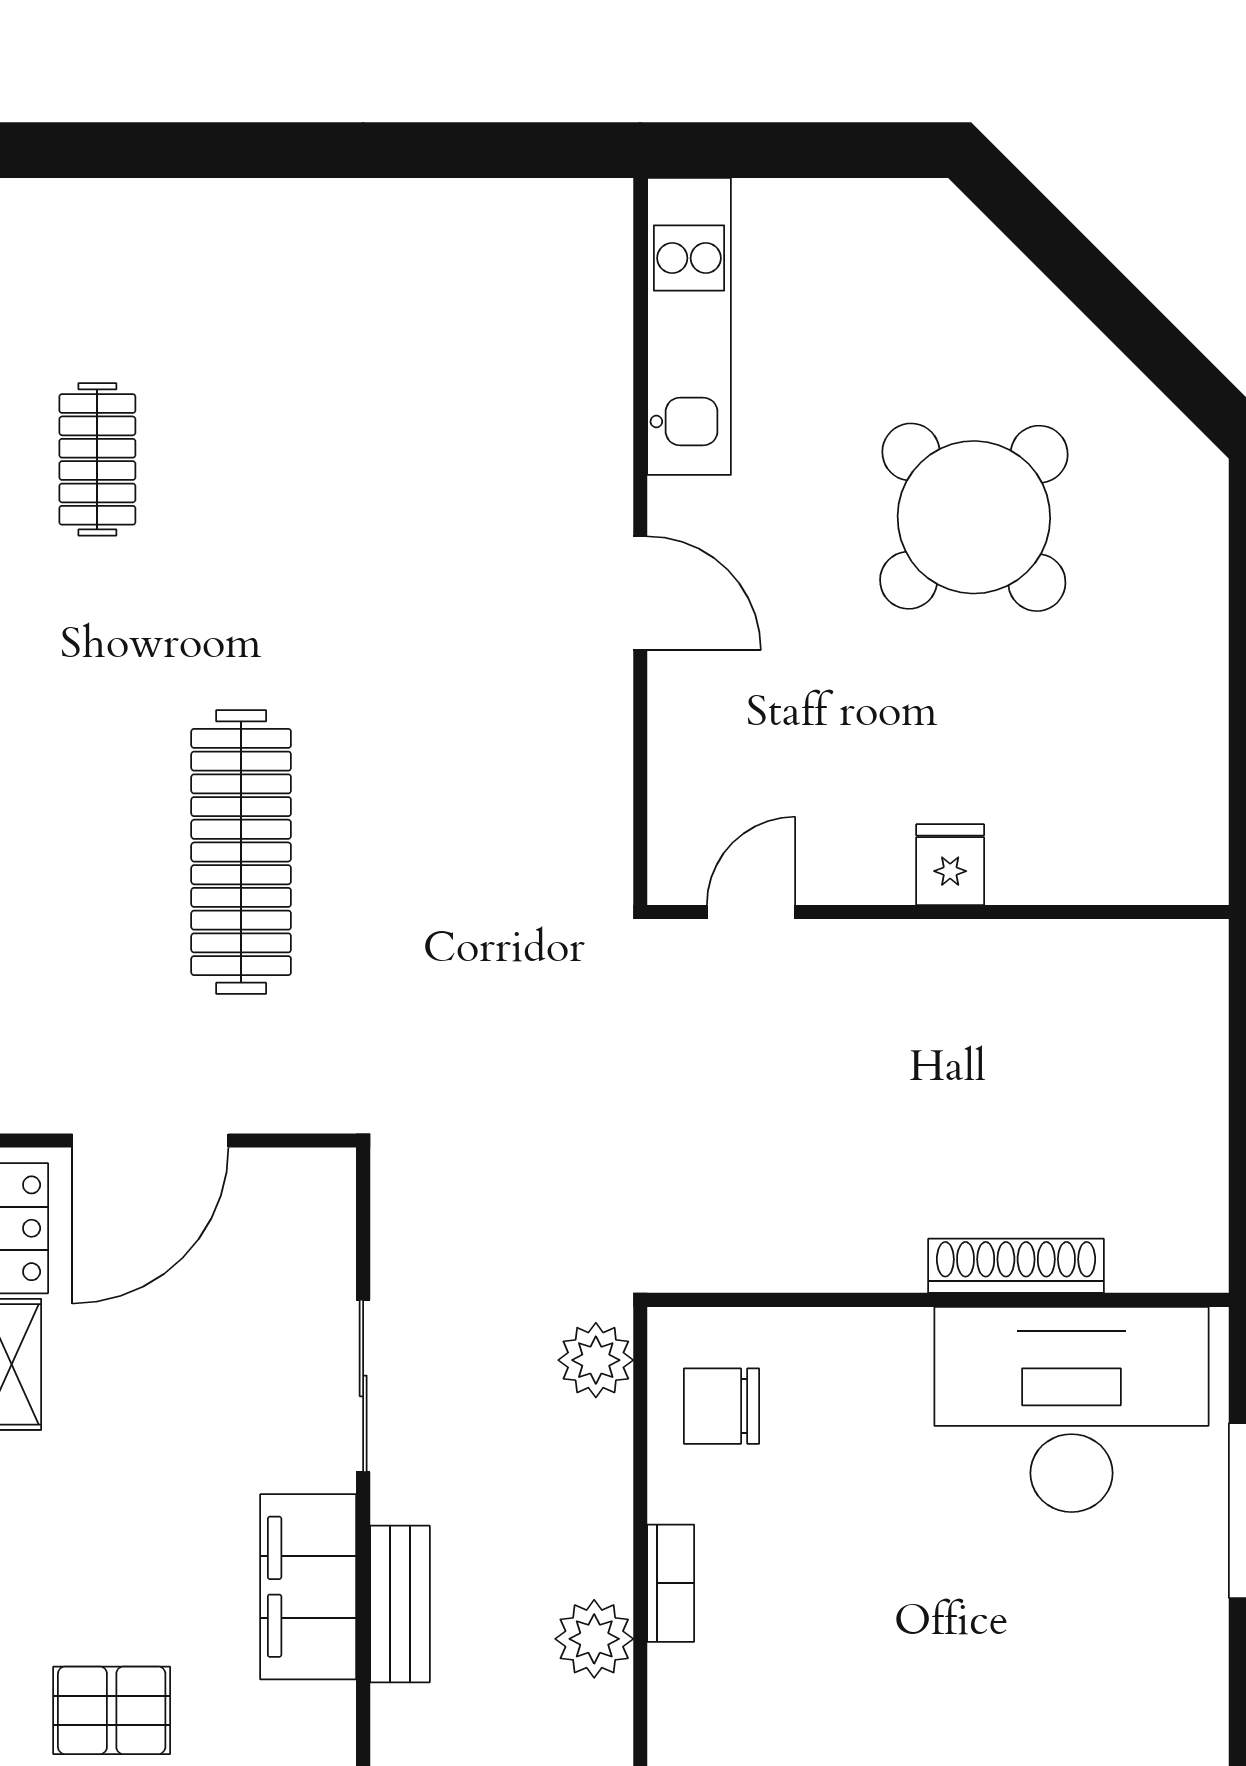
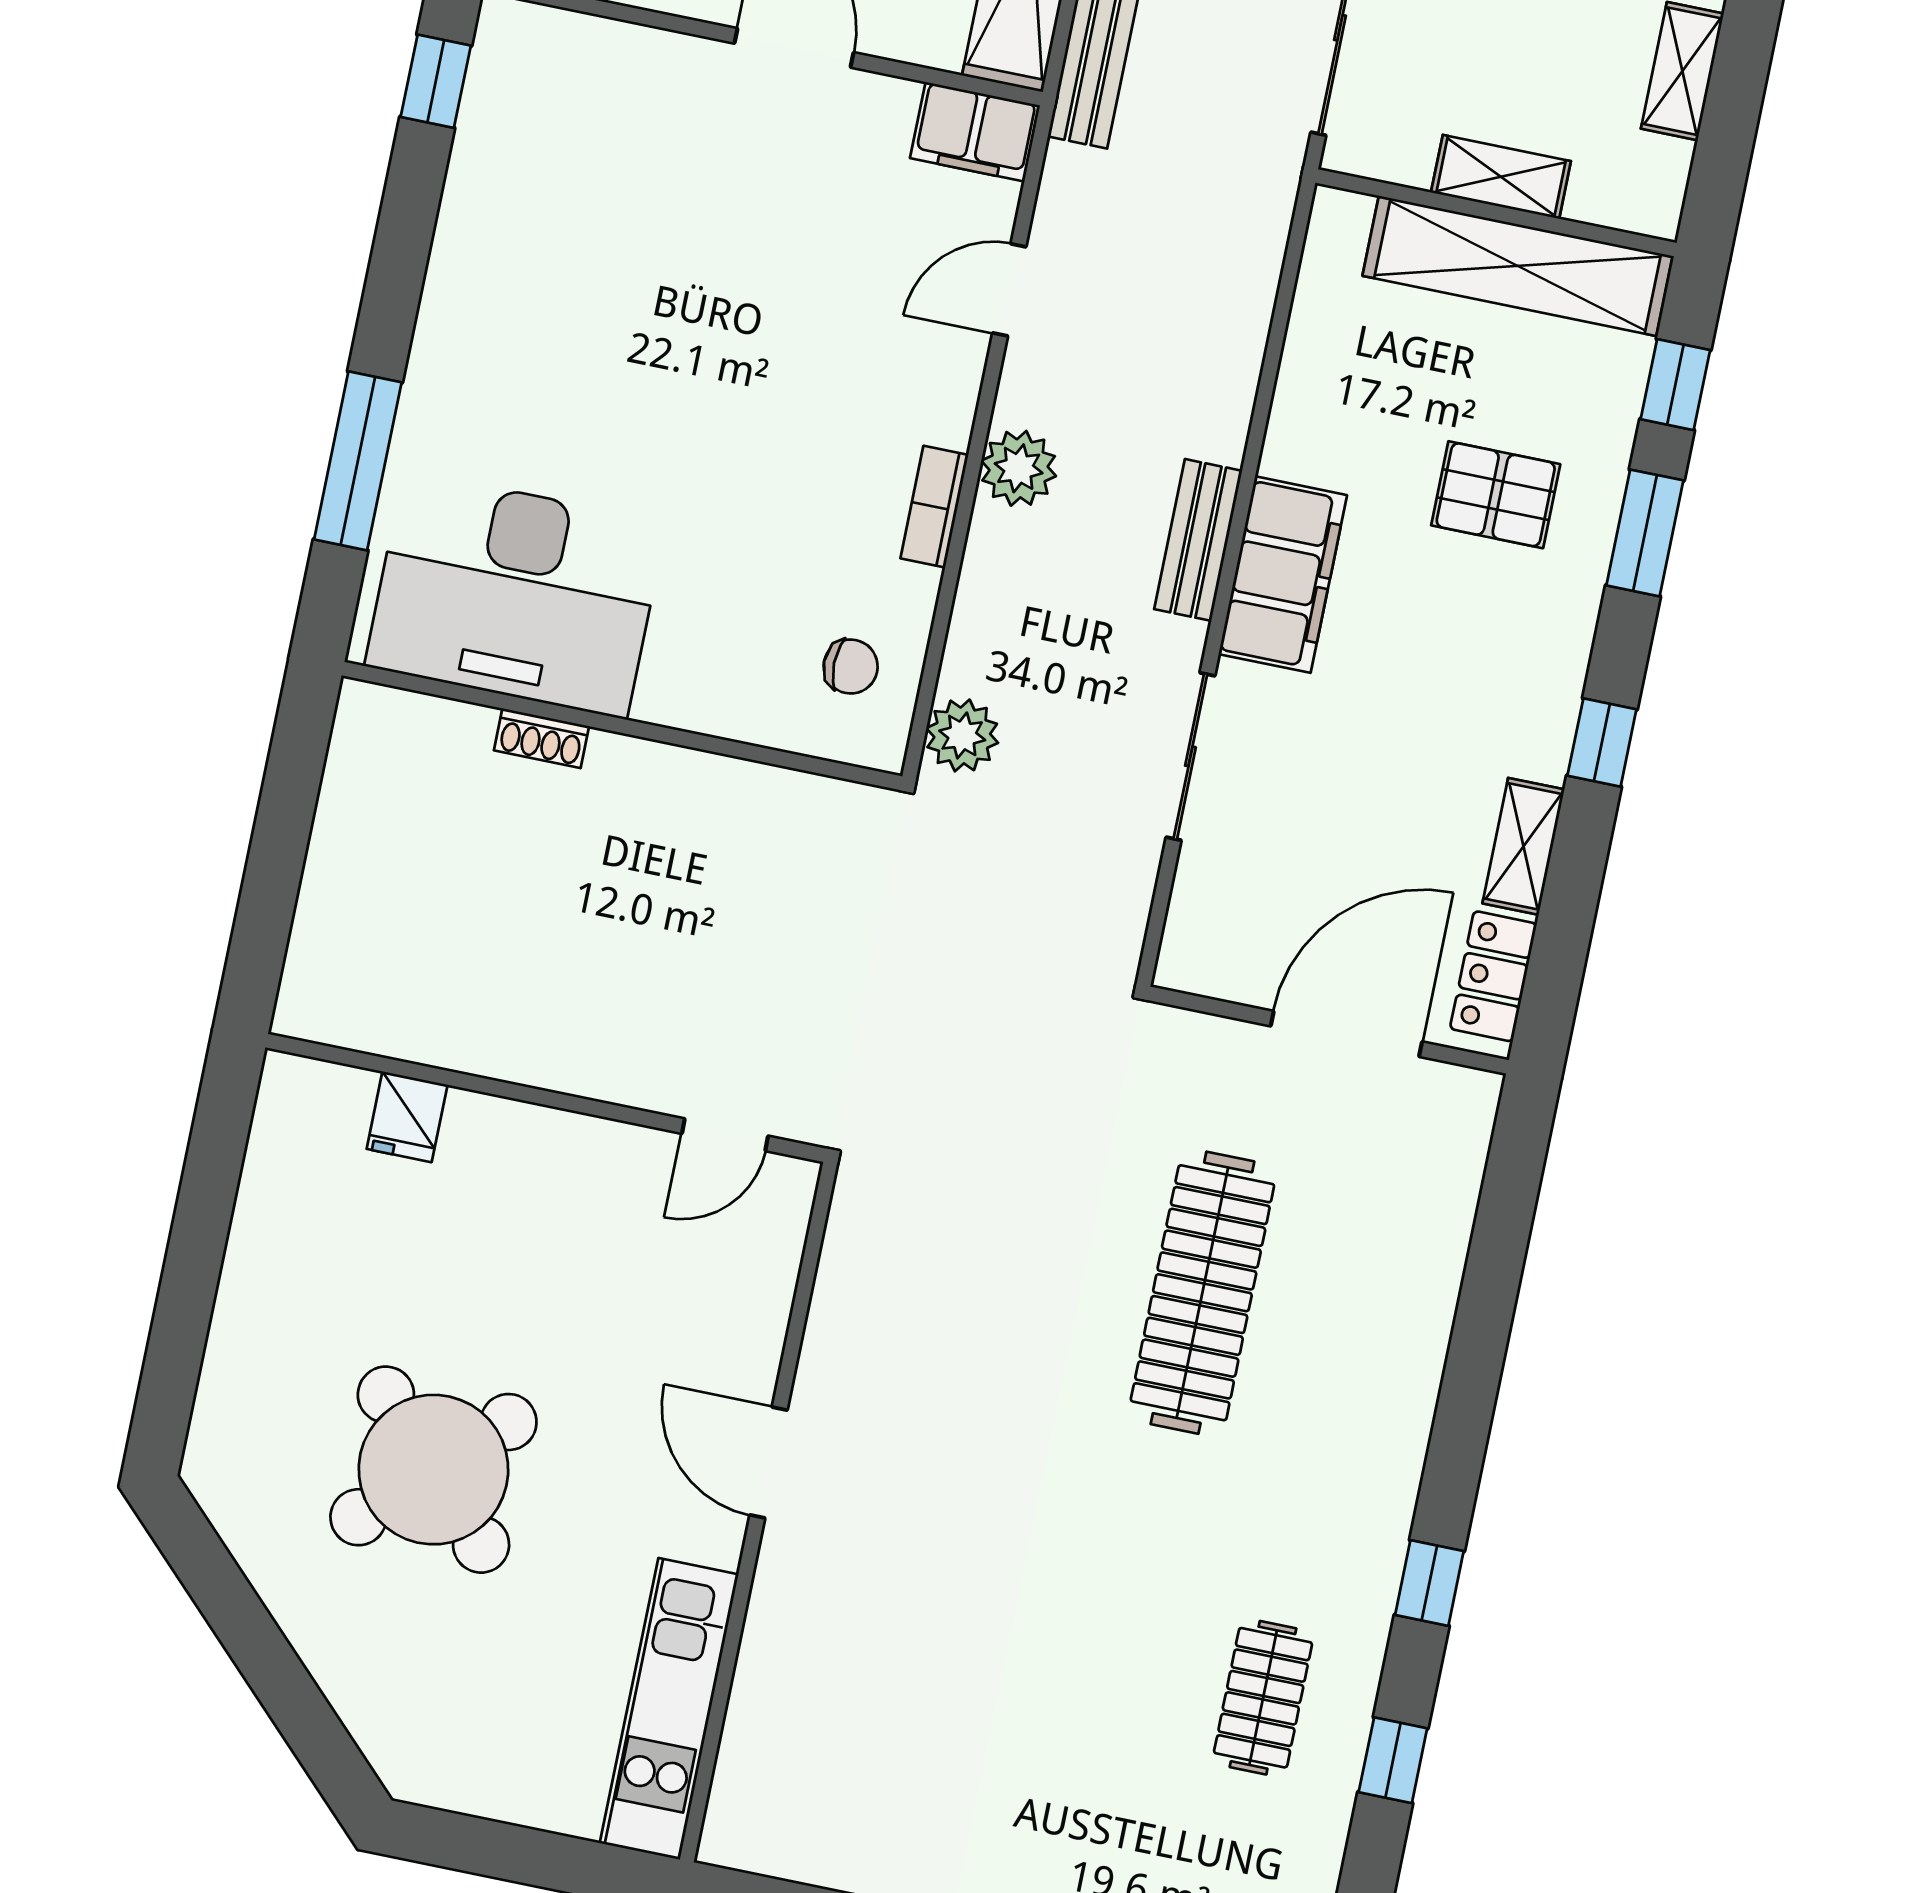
fridge: (950, 865) -> (407, 1117), moved
shoe rack: (1016, 1266) -> (541, 738), width x0.51, depth x0.81
chair: (721, 1406) -> (851, 667), width x0.73, depth x0.73

